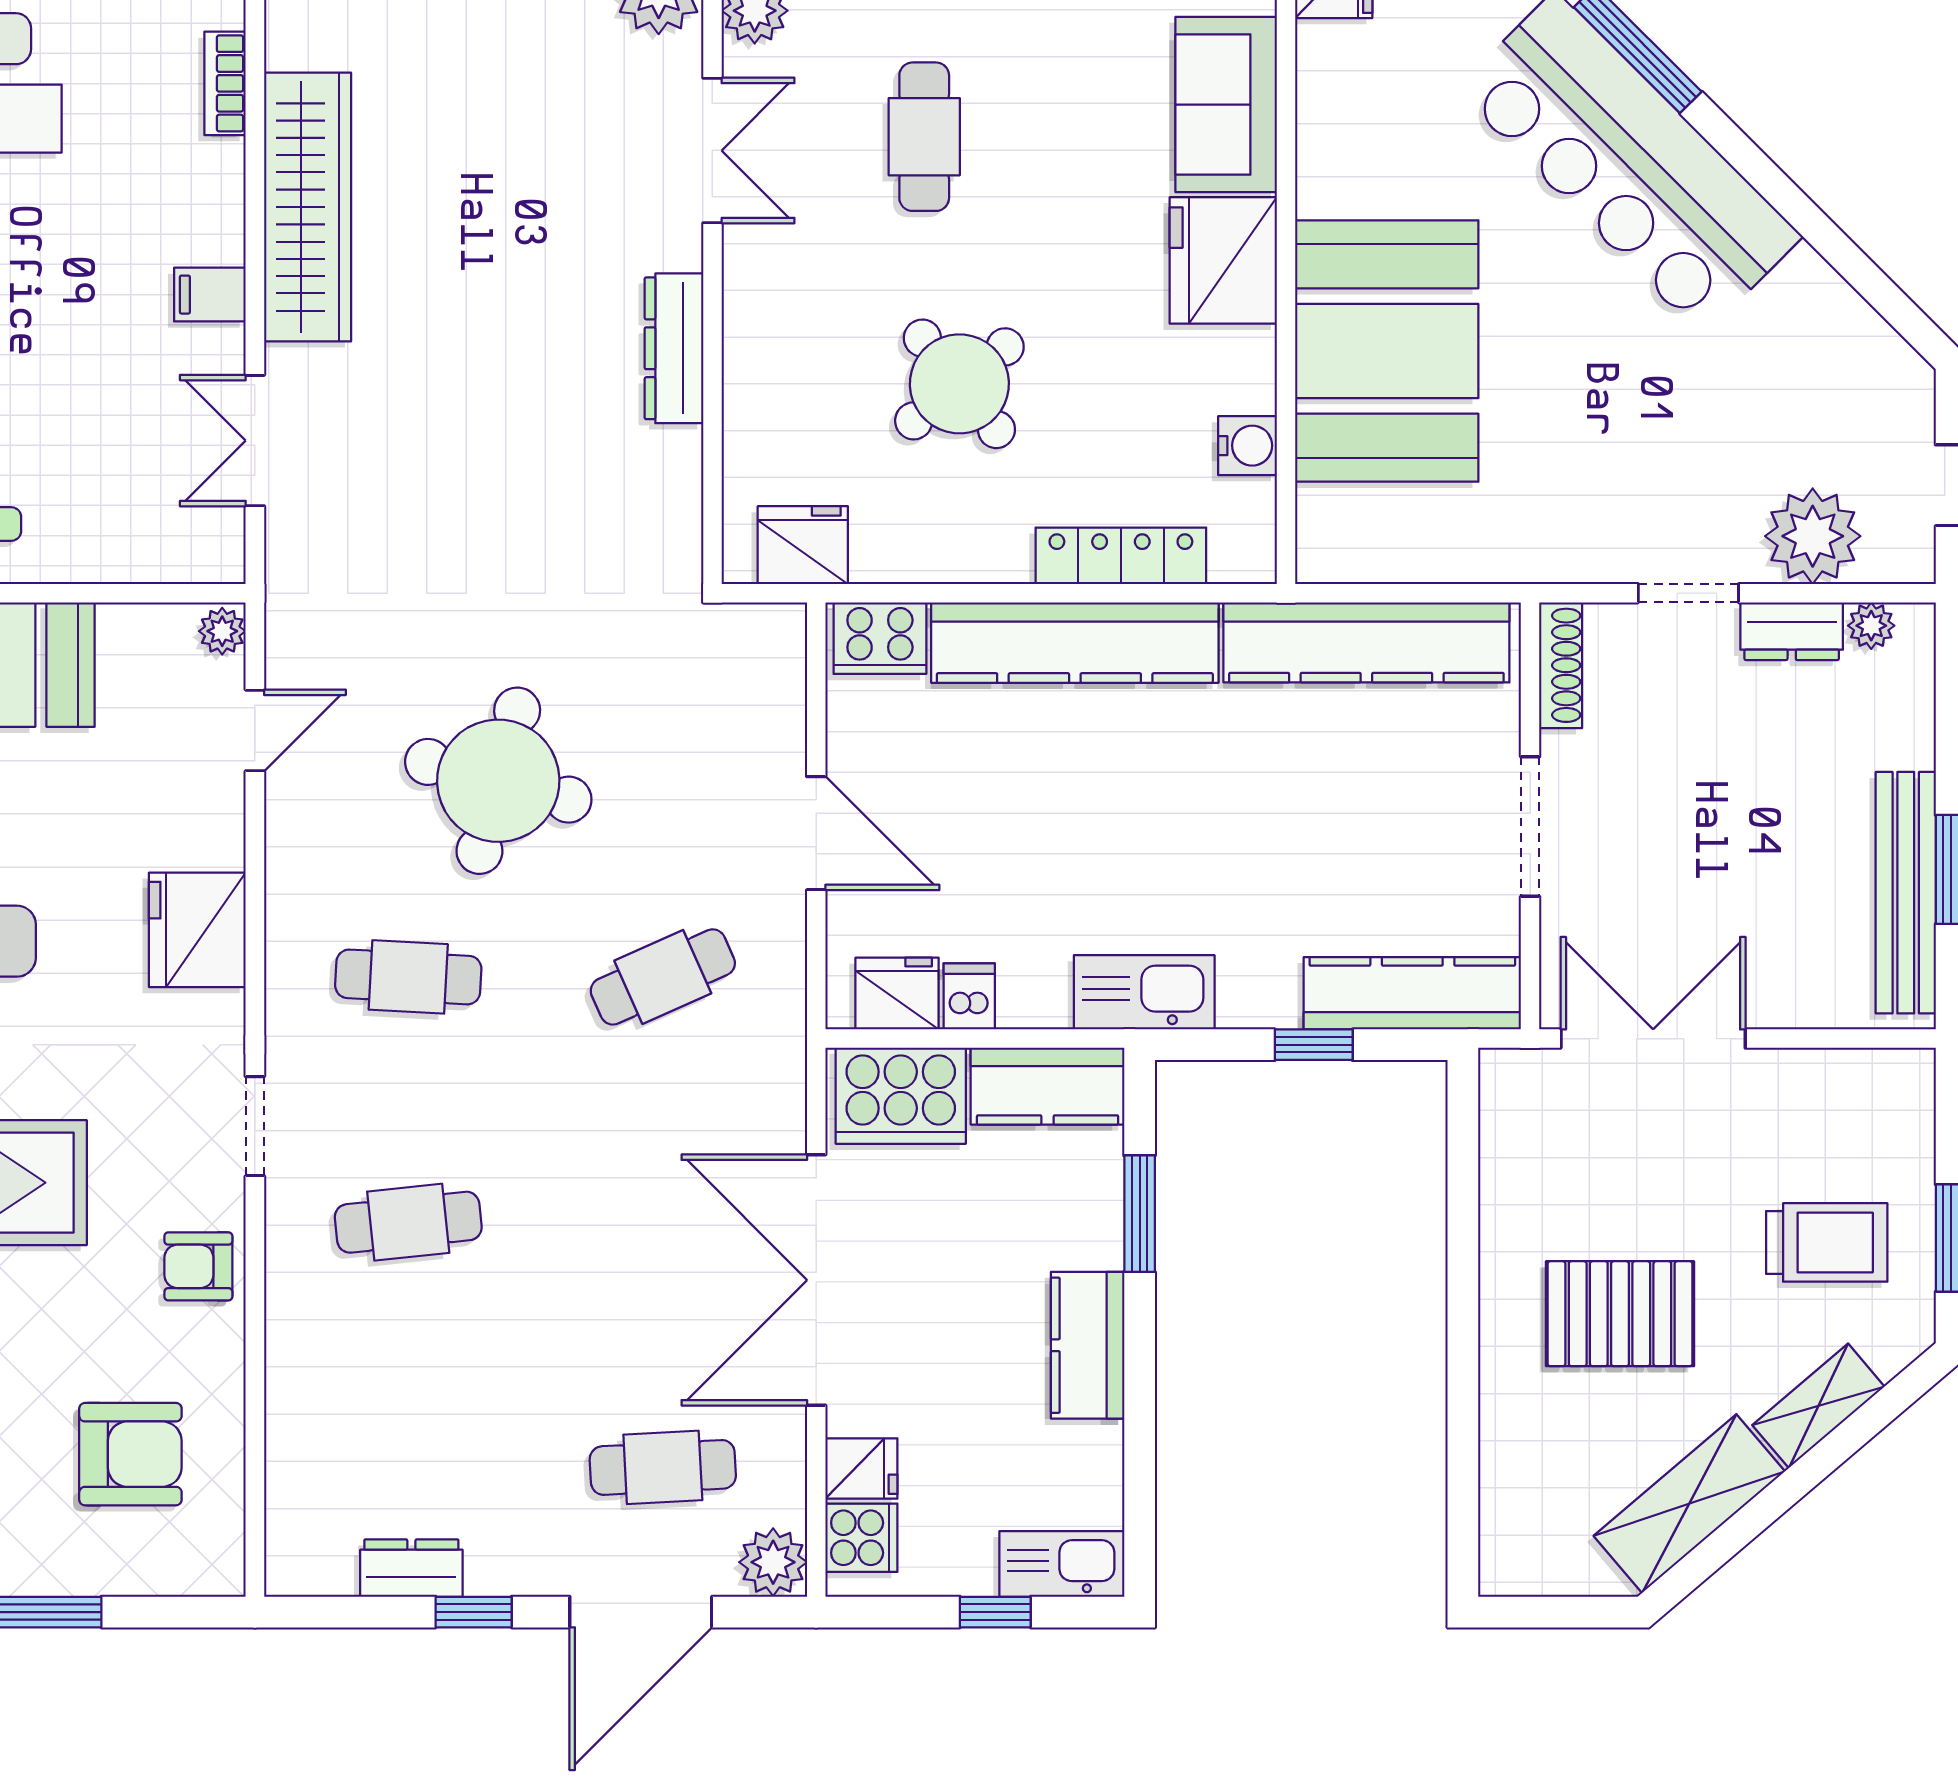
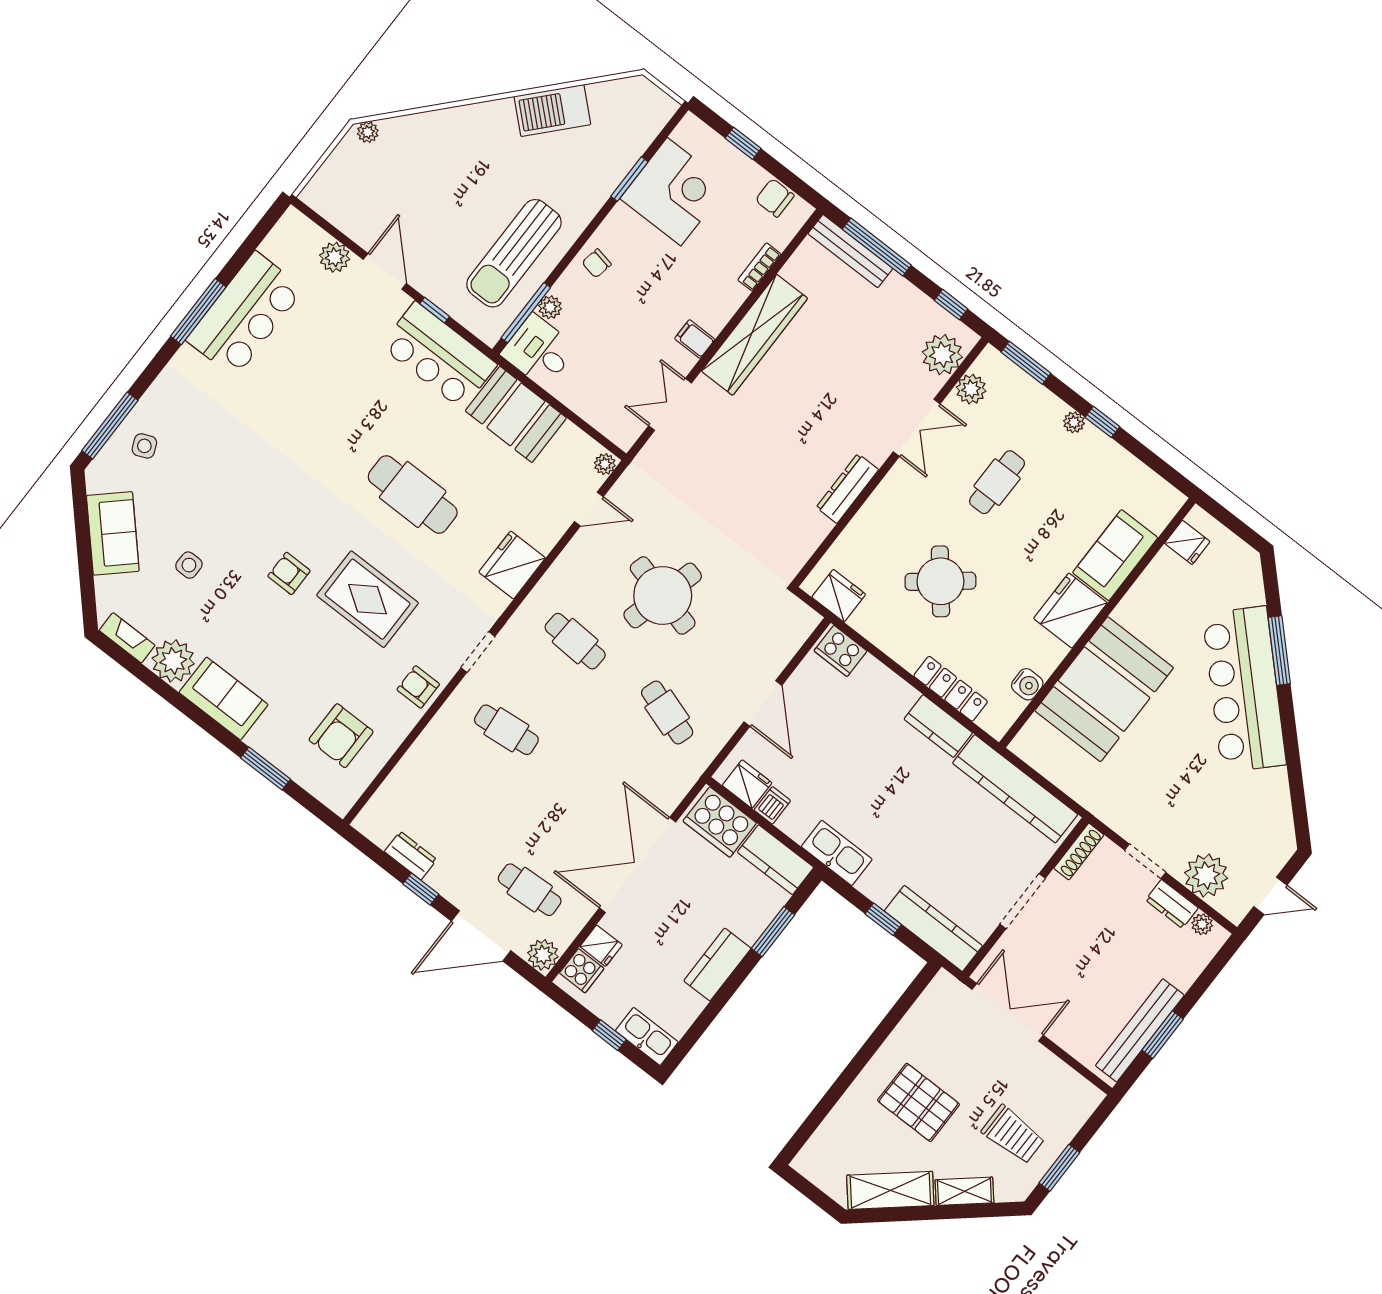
kitchen counter: (1075, 643) -> (938, 726), width x0.48, depth x0.86
cafe table: (663, 977) -> (667, 712), turned 42
armchair: (130, 1454) -> (341, 736), turned 90

